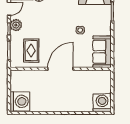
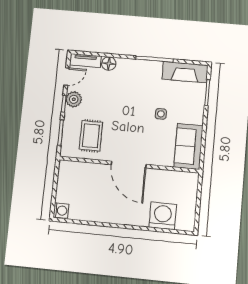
door: (60, 69) -> (129, 165), swing flipped
washing machine: (20, 101) -> (61, 211), width x0.53, depth x0.53
washing machine: (102, 103) -> (163, 216), moved

